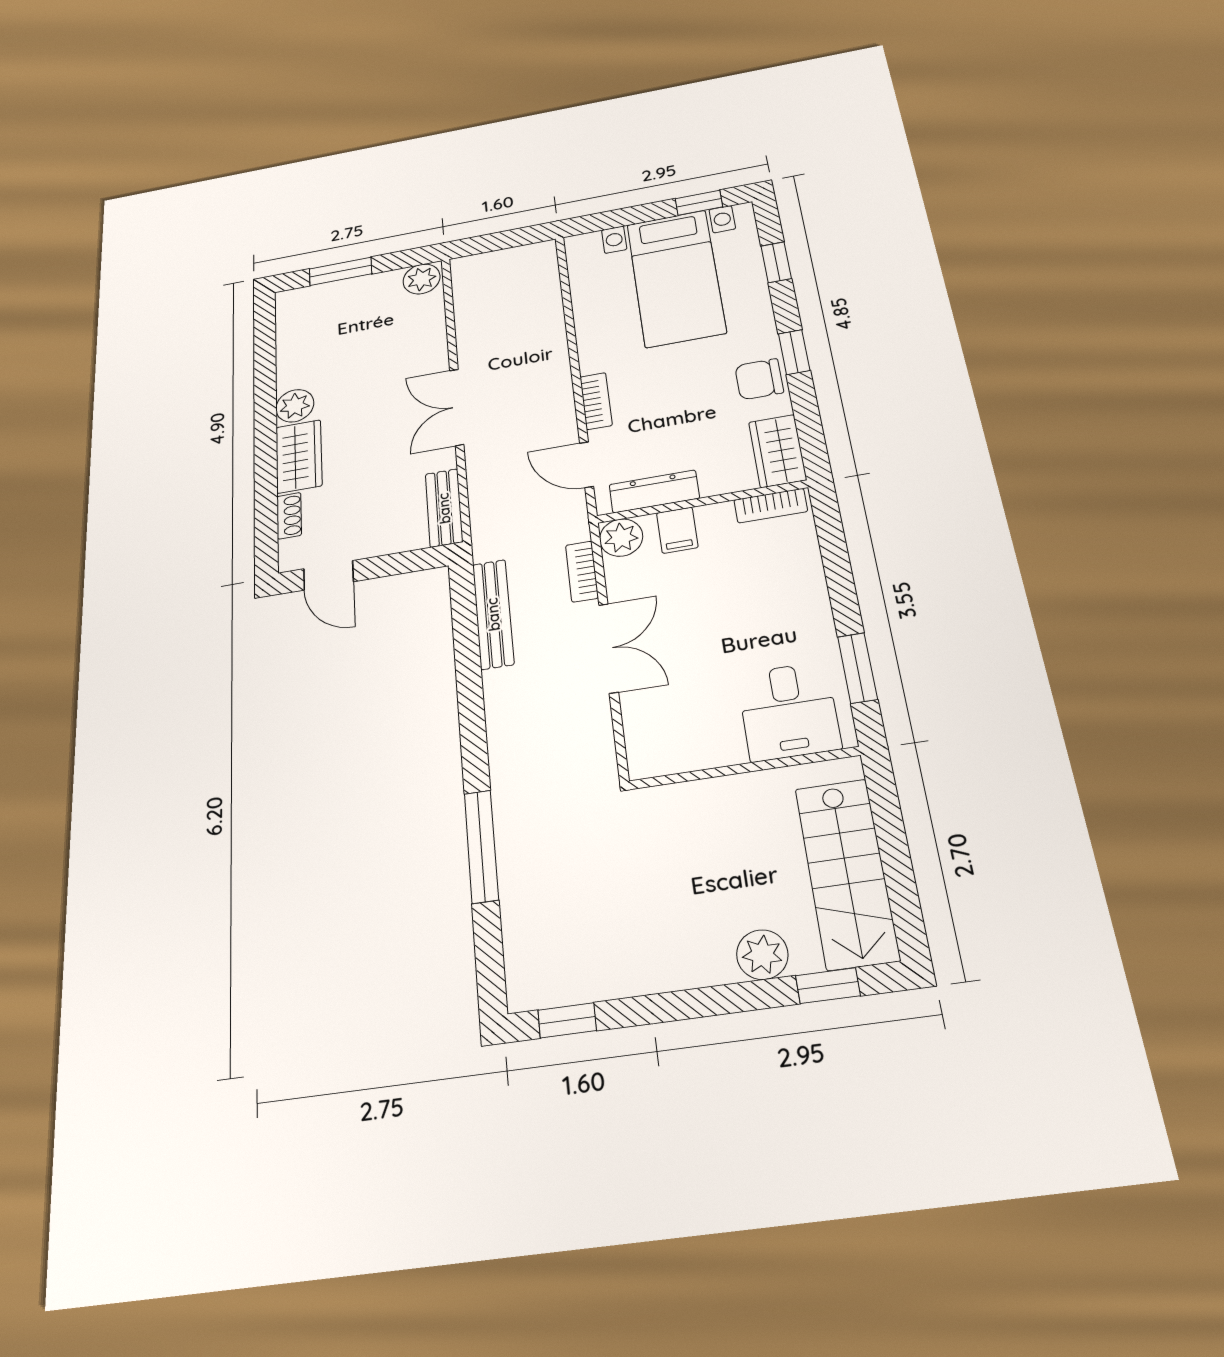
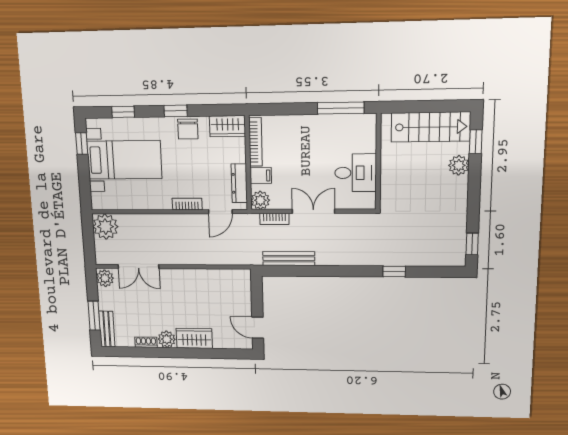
plant: (531, 265) -> (105, 227), added
double door: (457, 407) -> (138, 267), moved
bookcase: (771, 506) -> (256, 142), width x1.56
bench: (444, 508) -> (107, 329), moved, turned 90
shoe rack: (289, 516) -> (146, 342), moved
door: (328, 575) -> (258, 328), swing flipped
window: (857, 668) -> (341, 108), width x1.44
desk: (789, 711) -> (356, 173), moved
window: (481, 846) -> (394, 272), width x0.46

